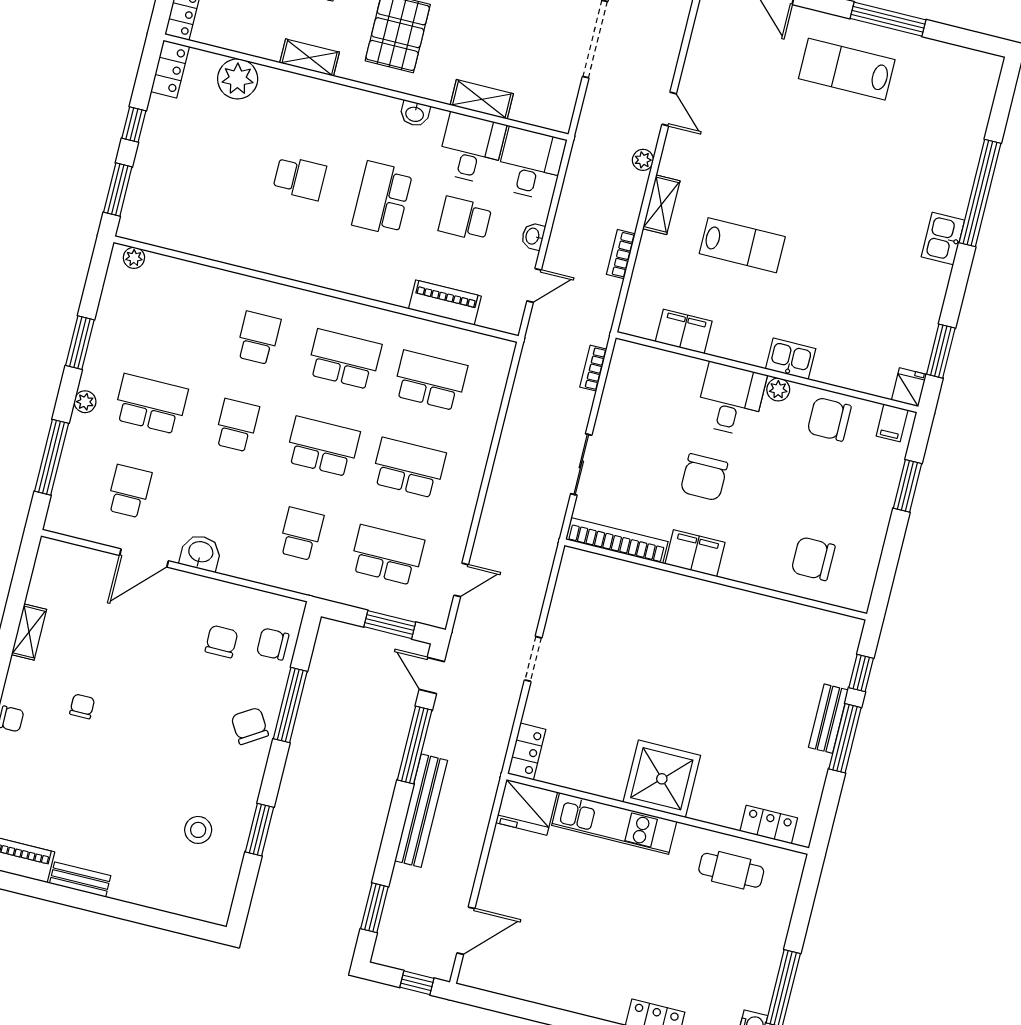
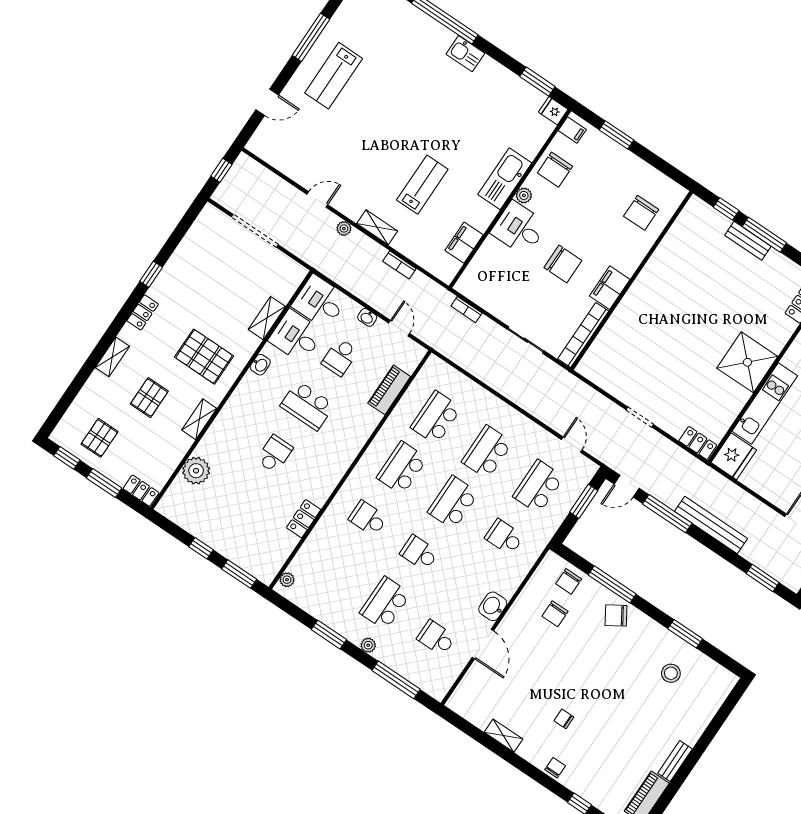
locker: (170, 69) -> (304, 519), moved, turned -90
kitchen sink: (791, 359) -> (505, 179), width x1.88, depth x1.24
chair: (221, 642) -> (555, 614), turned -90

